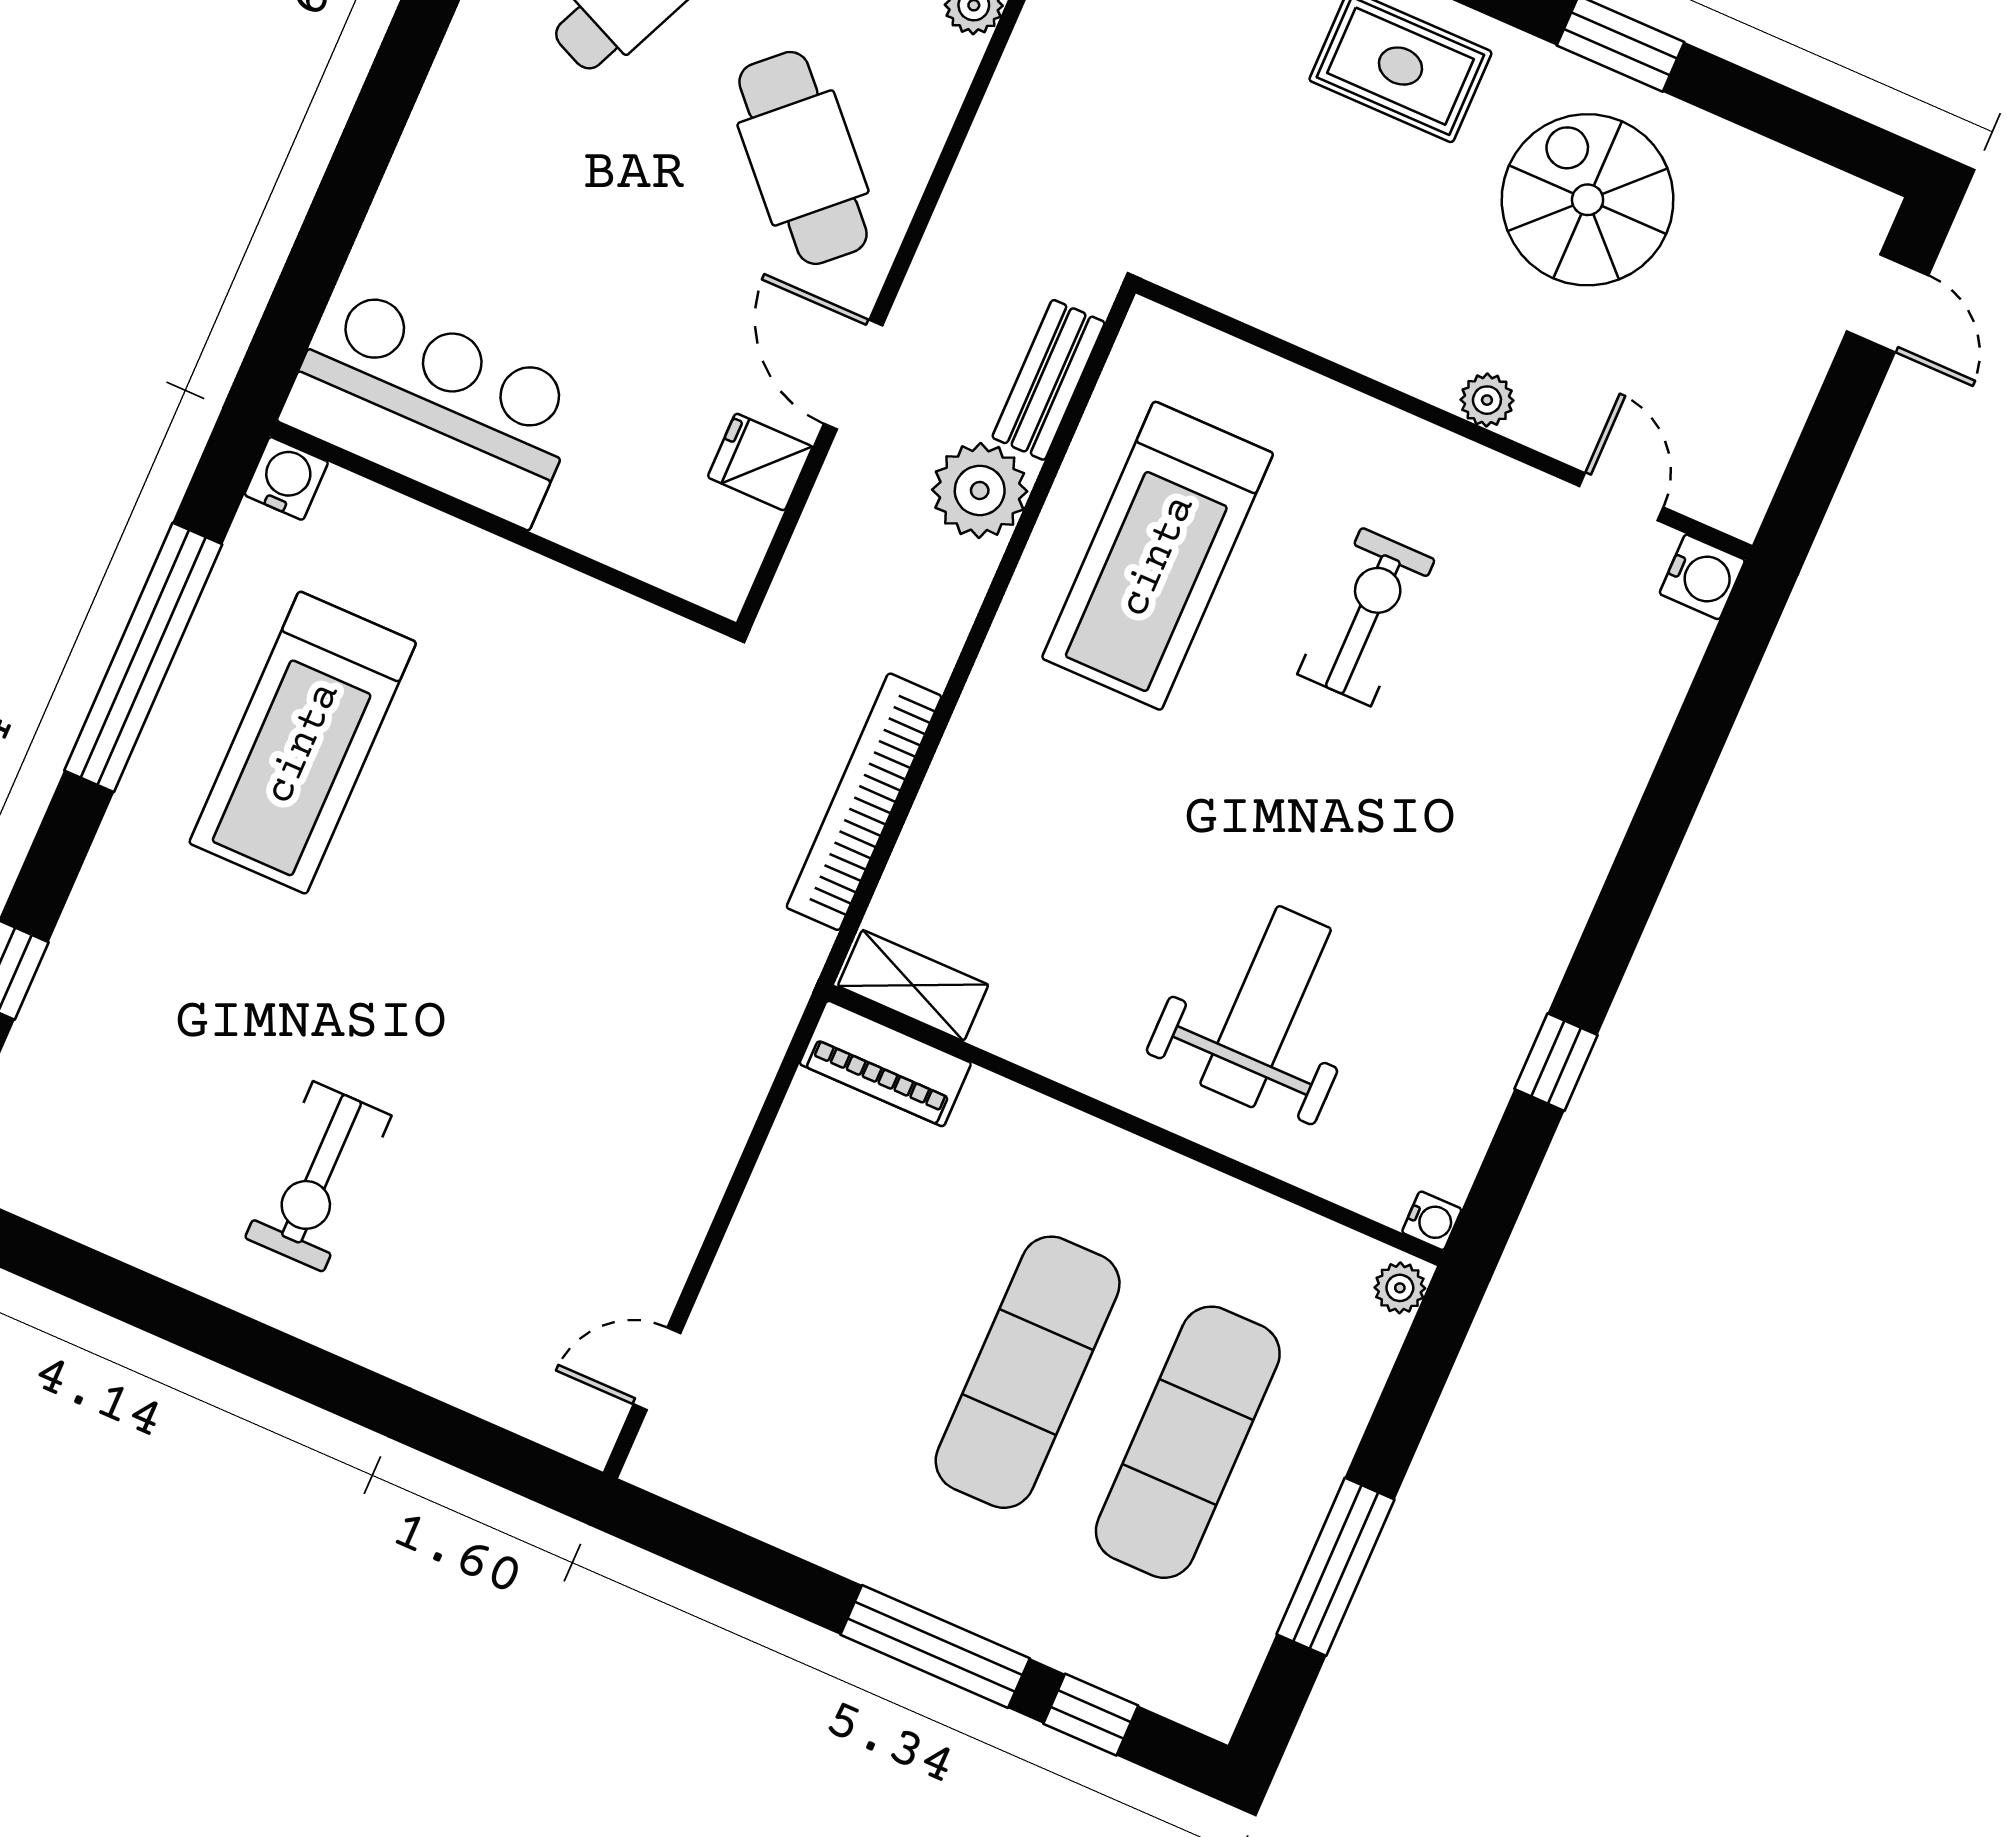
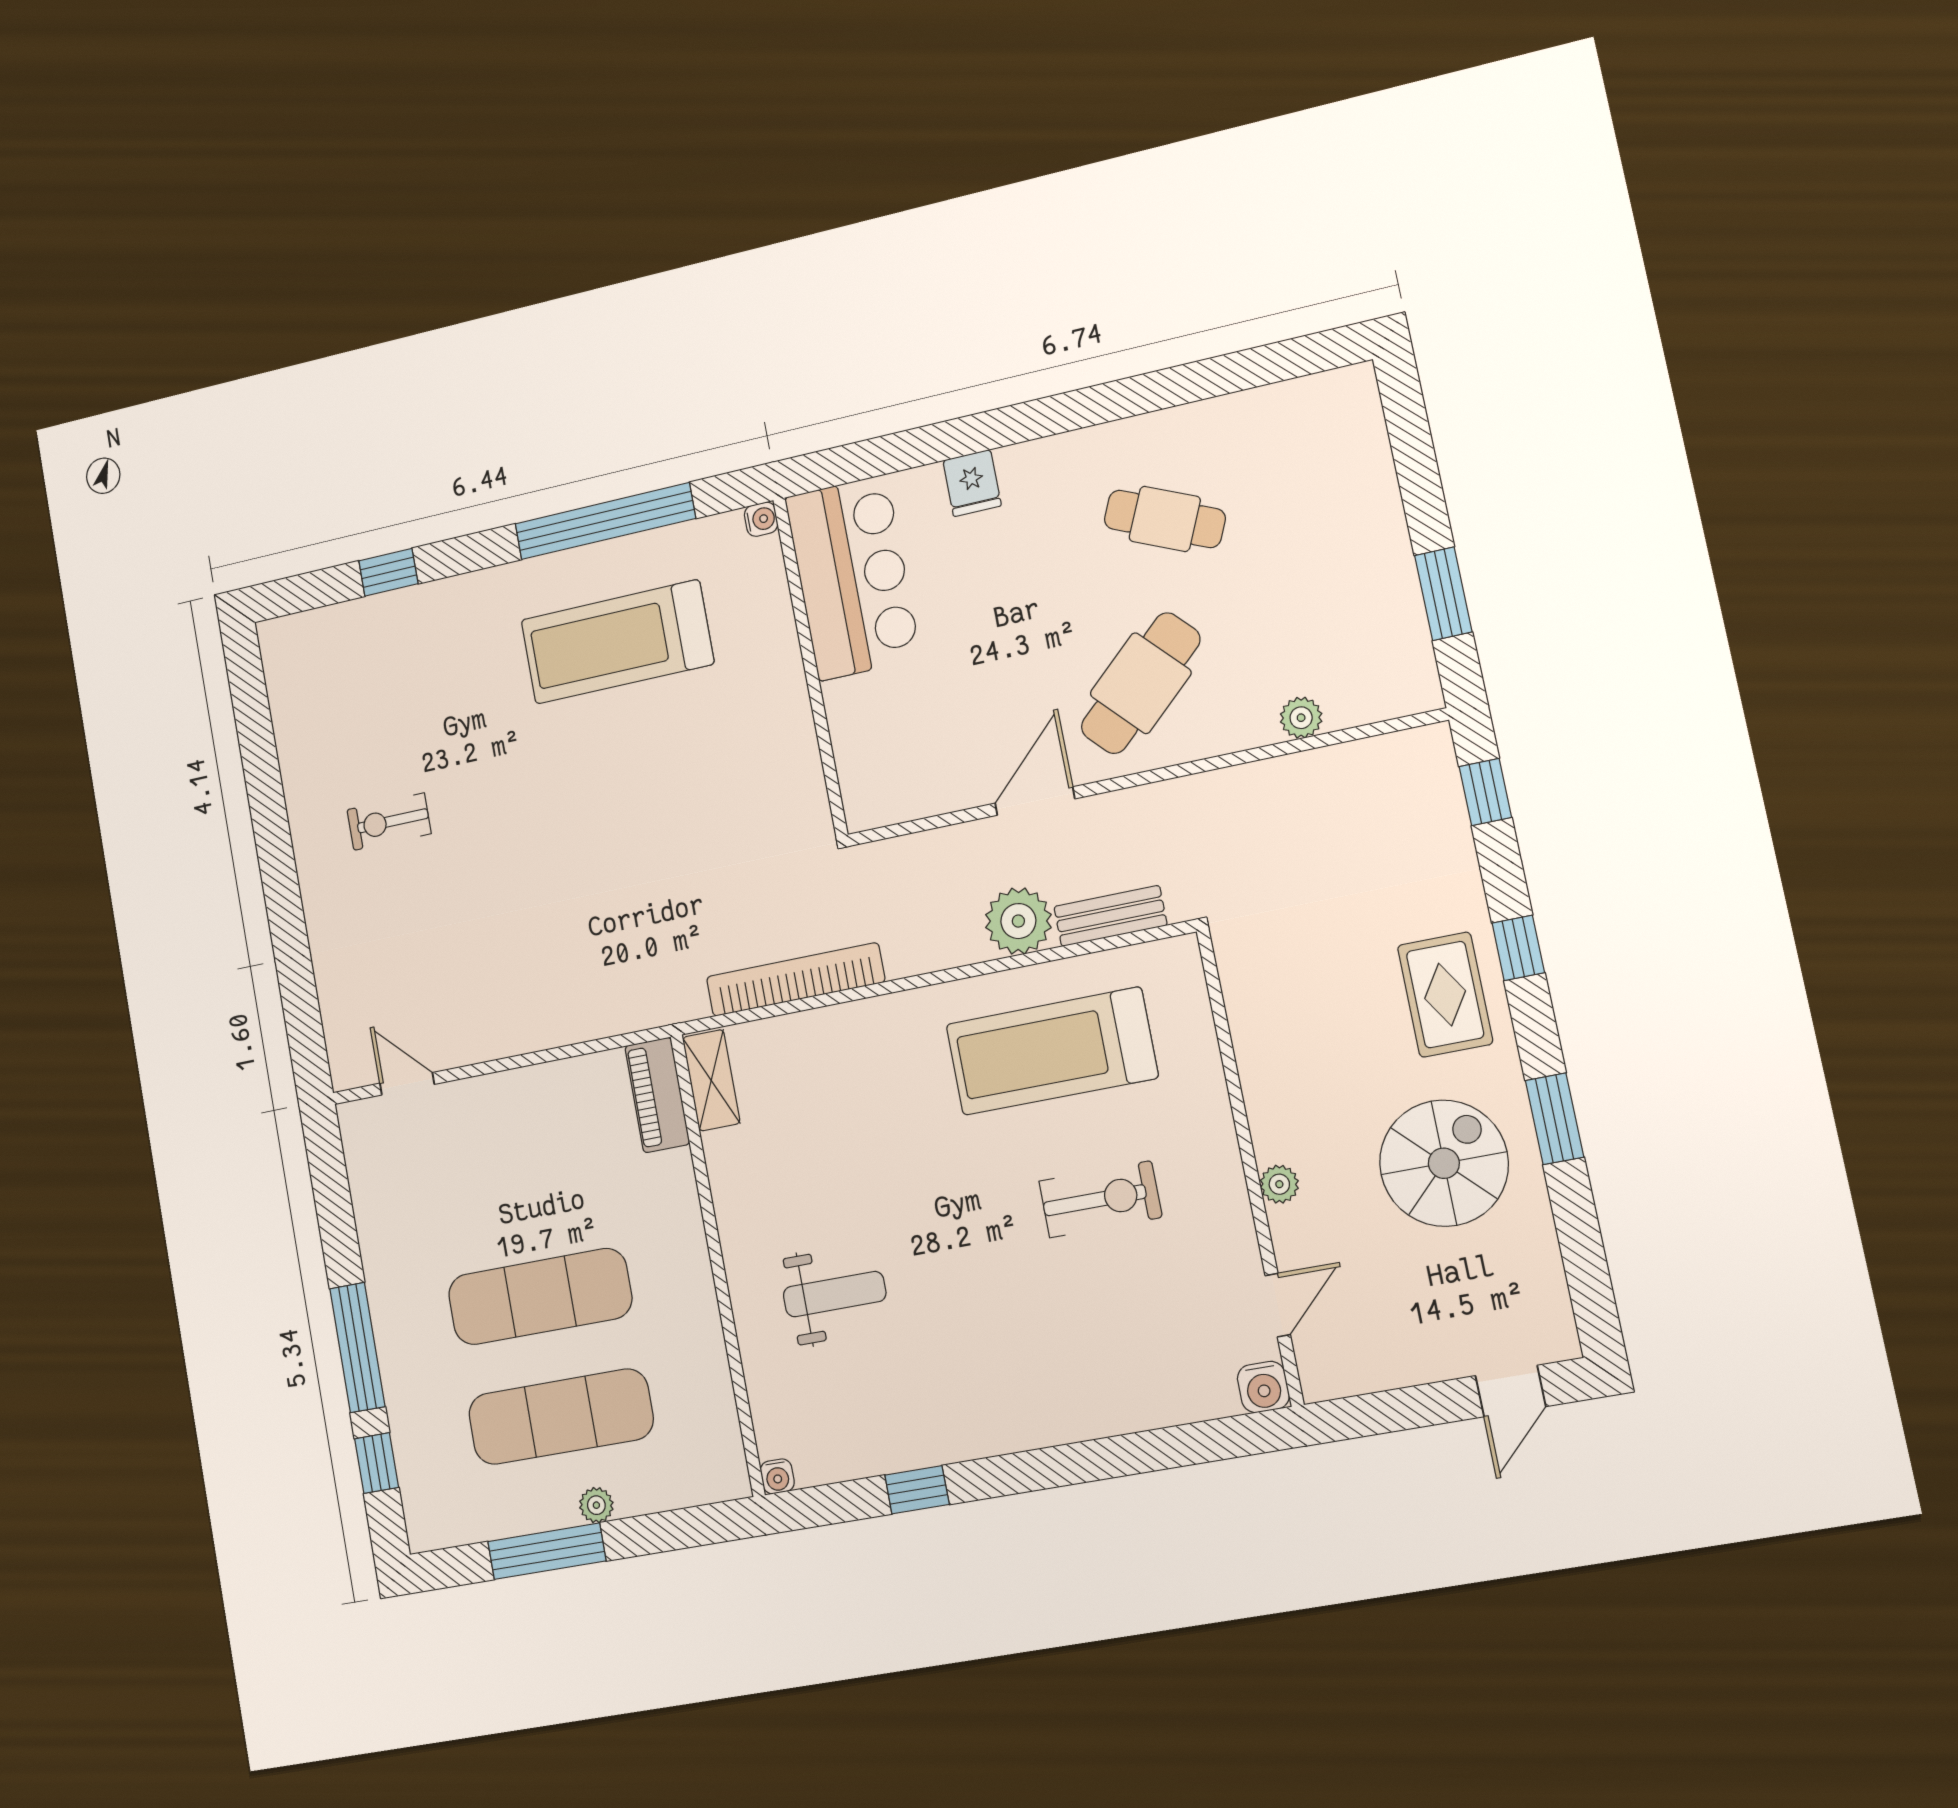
fridge: (760, 462) -> (972, 483), moved, turned 180
water cooler: (286, 478) -> (761, 519), width x0.72, depth x0.72
weight bench: (1266, 1007) -> (835, 1294), width x0.73, depth x0.75
exercise bike: (318, 1177) -> (389, 822), width x0.73, depth x0.72
plant: (1400, 1288) -> (596, 1505), moved

